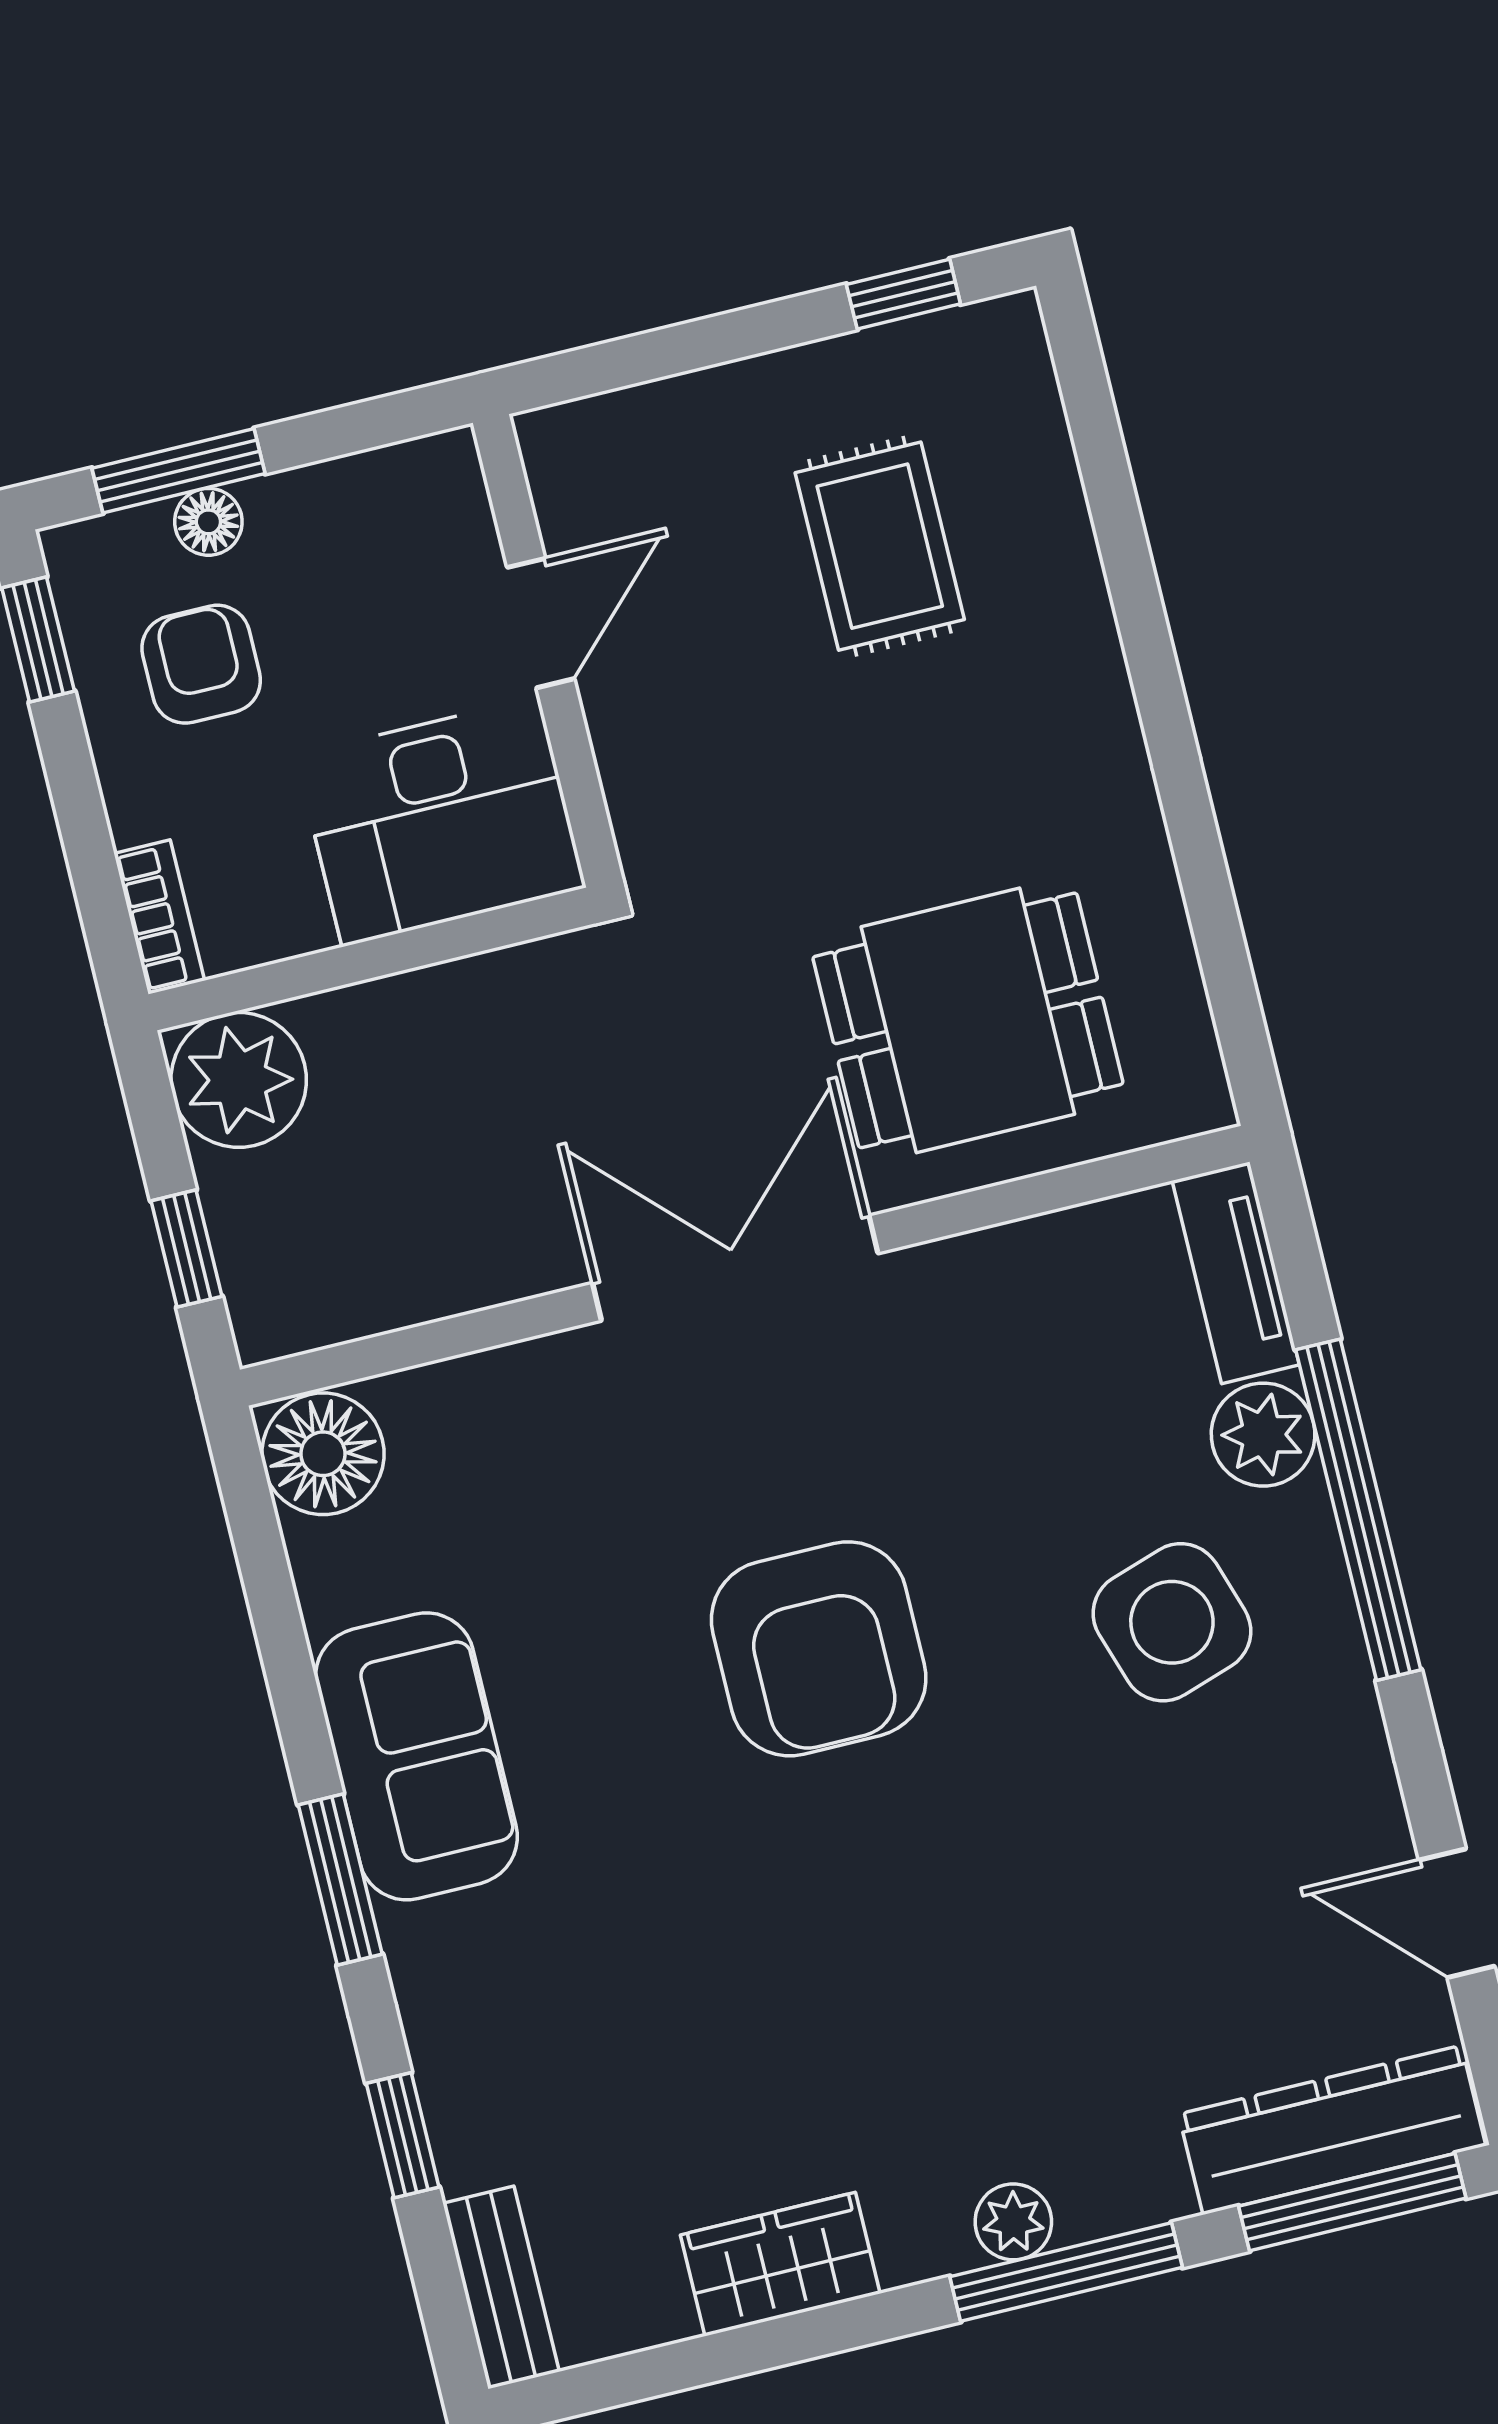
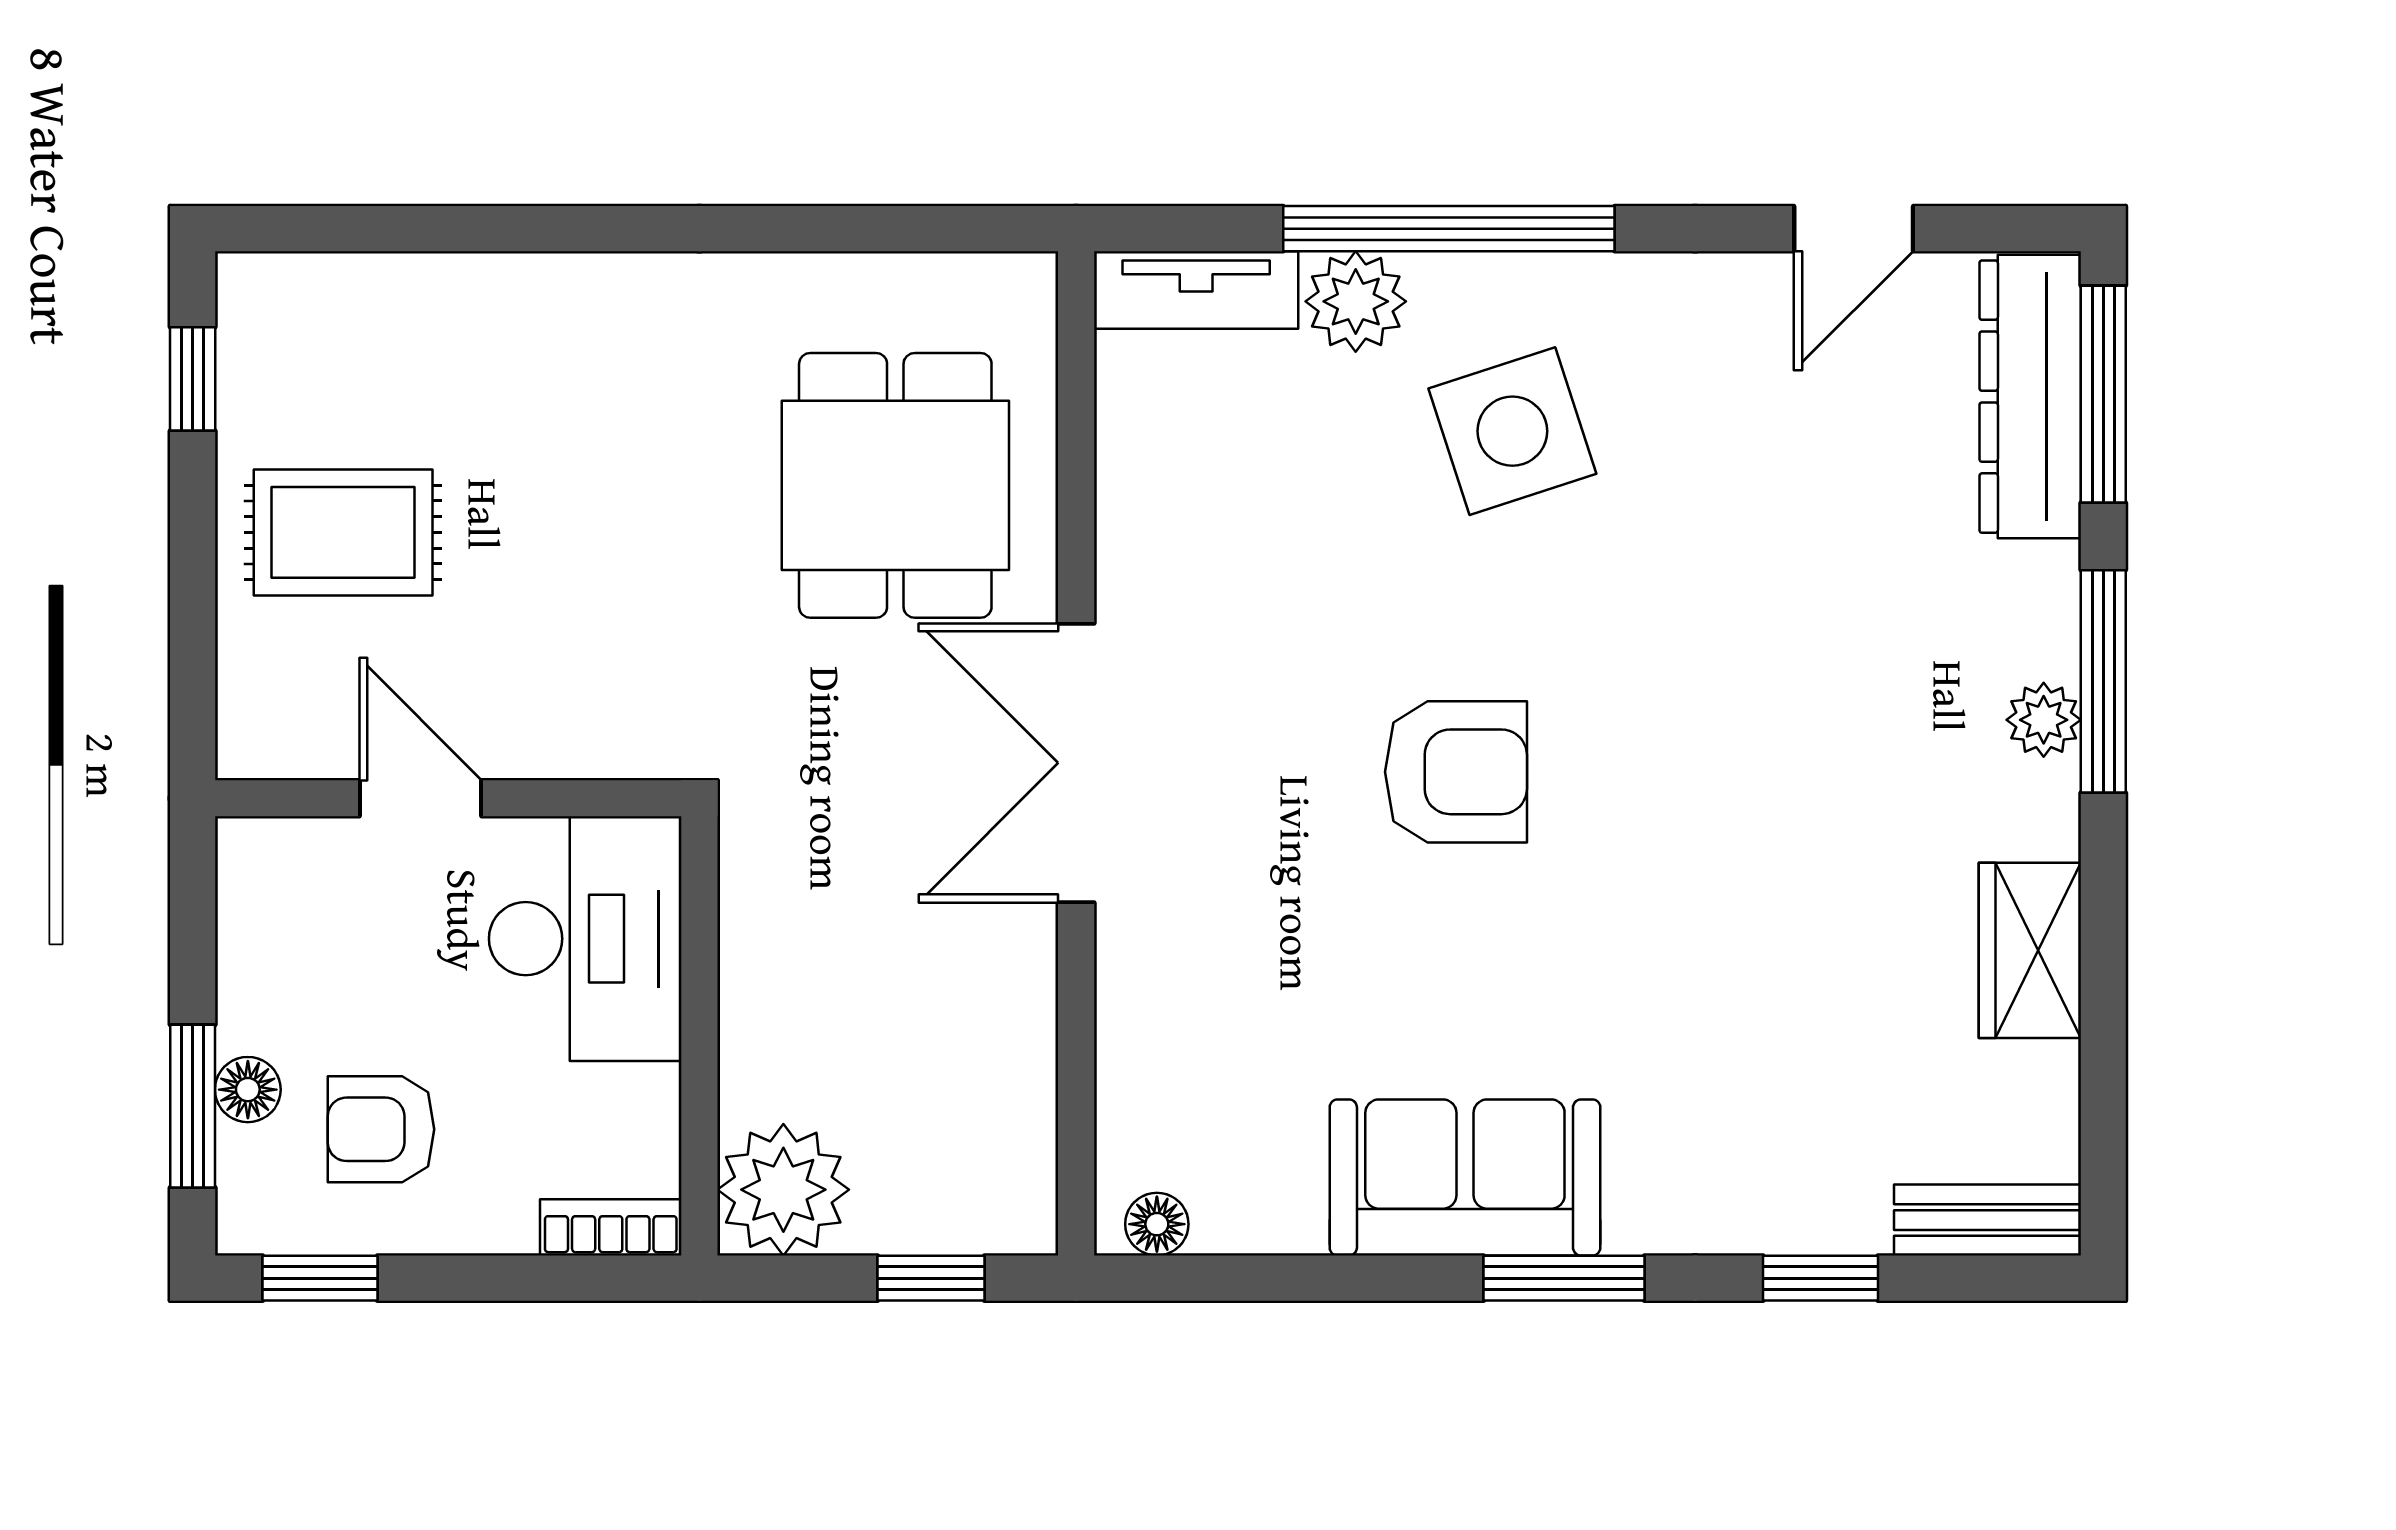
rug: (880, 546) -> (343, 532), moved
floor lamp: (323, 1454) -> (1157, 1224), width x0.53, depth x0.53
armchair: (819, 1649) -> (1456, 772), width x0.73, depth x0.73

